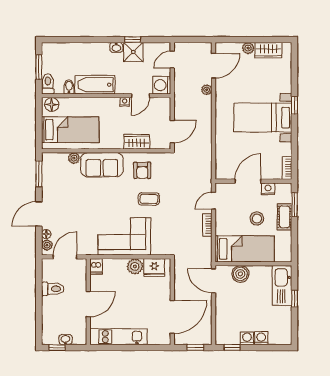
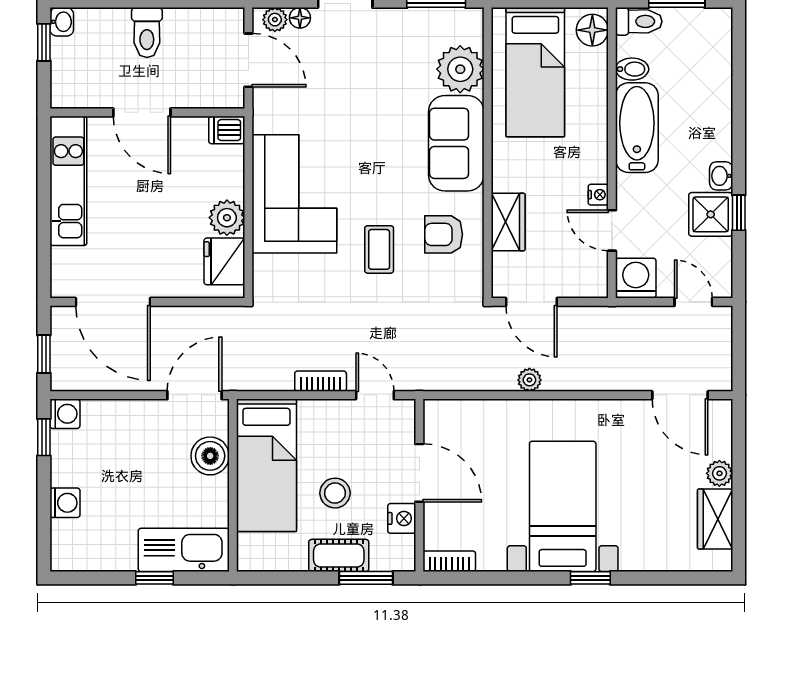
plant: (207, 90) -> (529, 380), moved
plant: (74, 158) -> (460, 69), width x1.88, depth x1.88
toilet: (53, 289) -> (147, 33), moved
washing machine: (247, 338) -> (65, 414), moved
washbasin: (65, 340) -> (62, 22), moved

